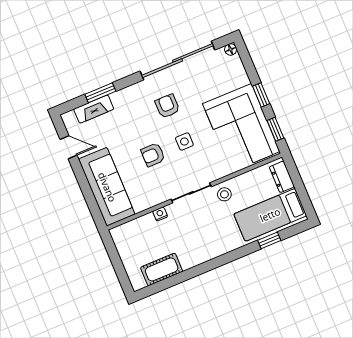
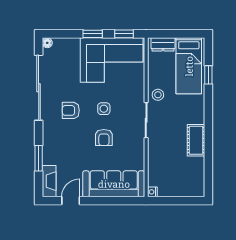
fireplace: (94, 109) -> (49, 181), moved
nightstand: (160, 214) -> (152, 192), moved
cot: (162, 269) -> (196, 140), moved

